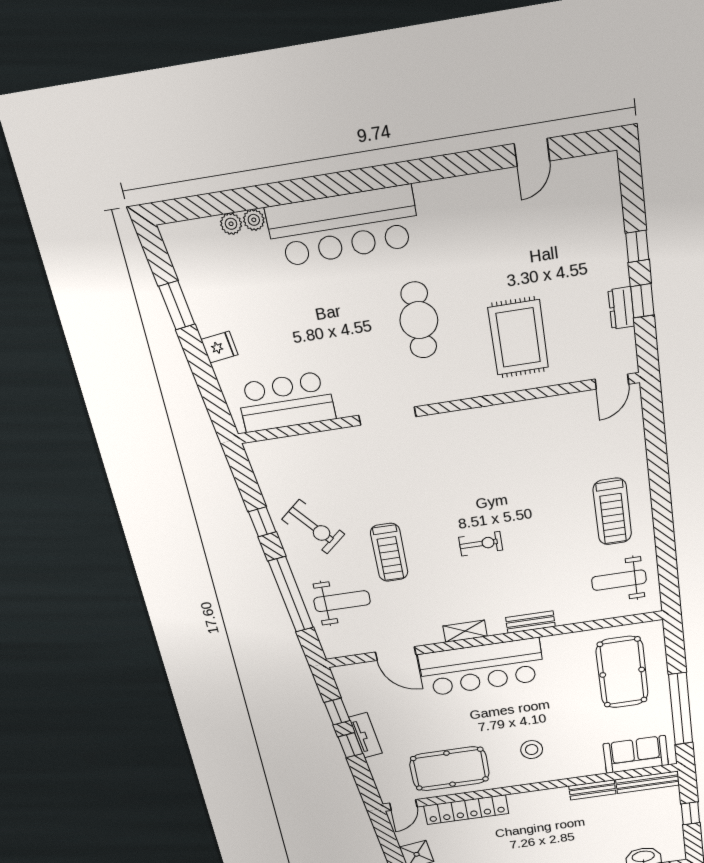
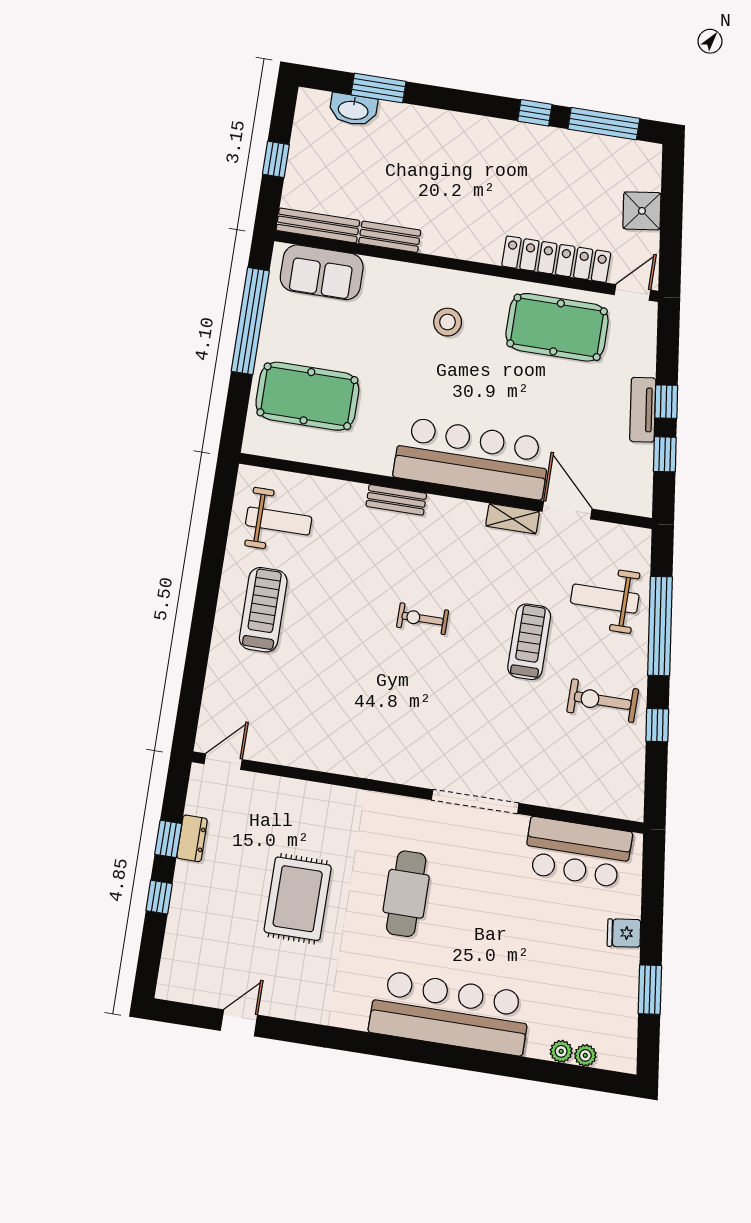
plant: (254, 220) -> (585, 1055), moved
rug: (518, 338) -> (298, 899), moved
doorway: (387, 416) -> (475, 802), width x1.36
exercise bike: (313, 527) -> (603, 701), turned -50
shelving: (465, 631) -> (513, 519), moved
pool table: (622, 672) -> (307, 396), turned 90

